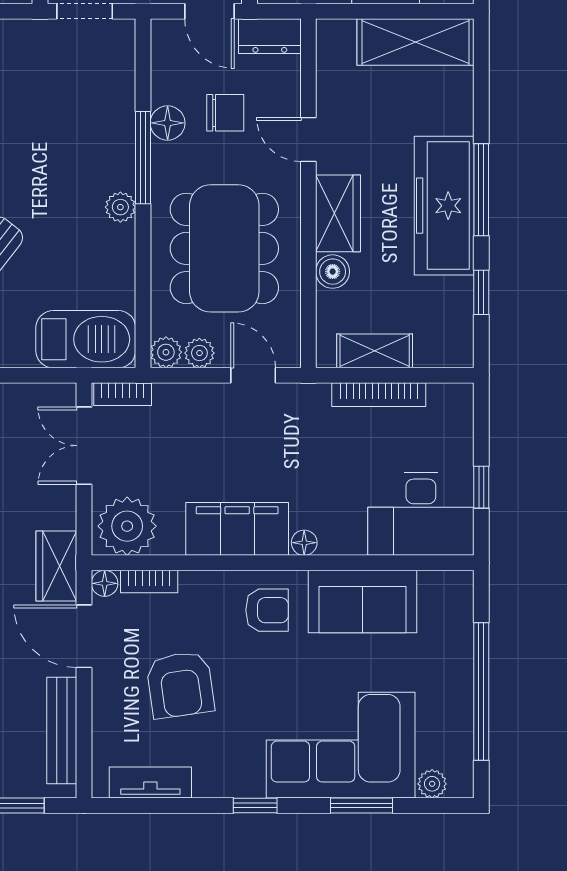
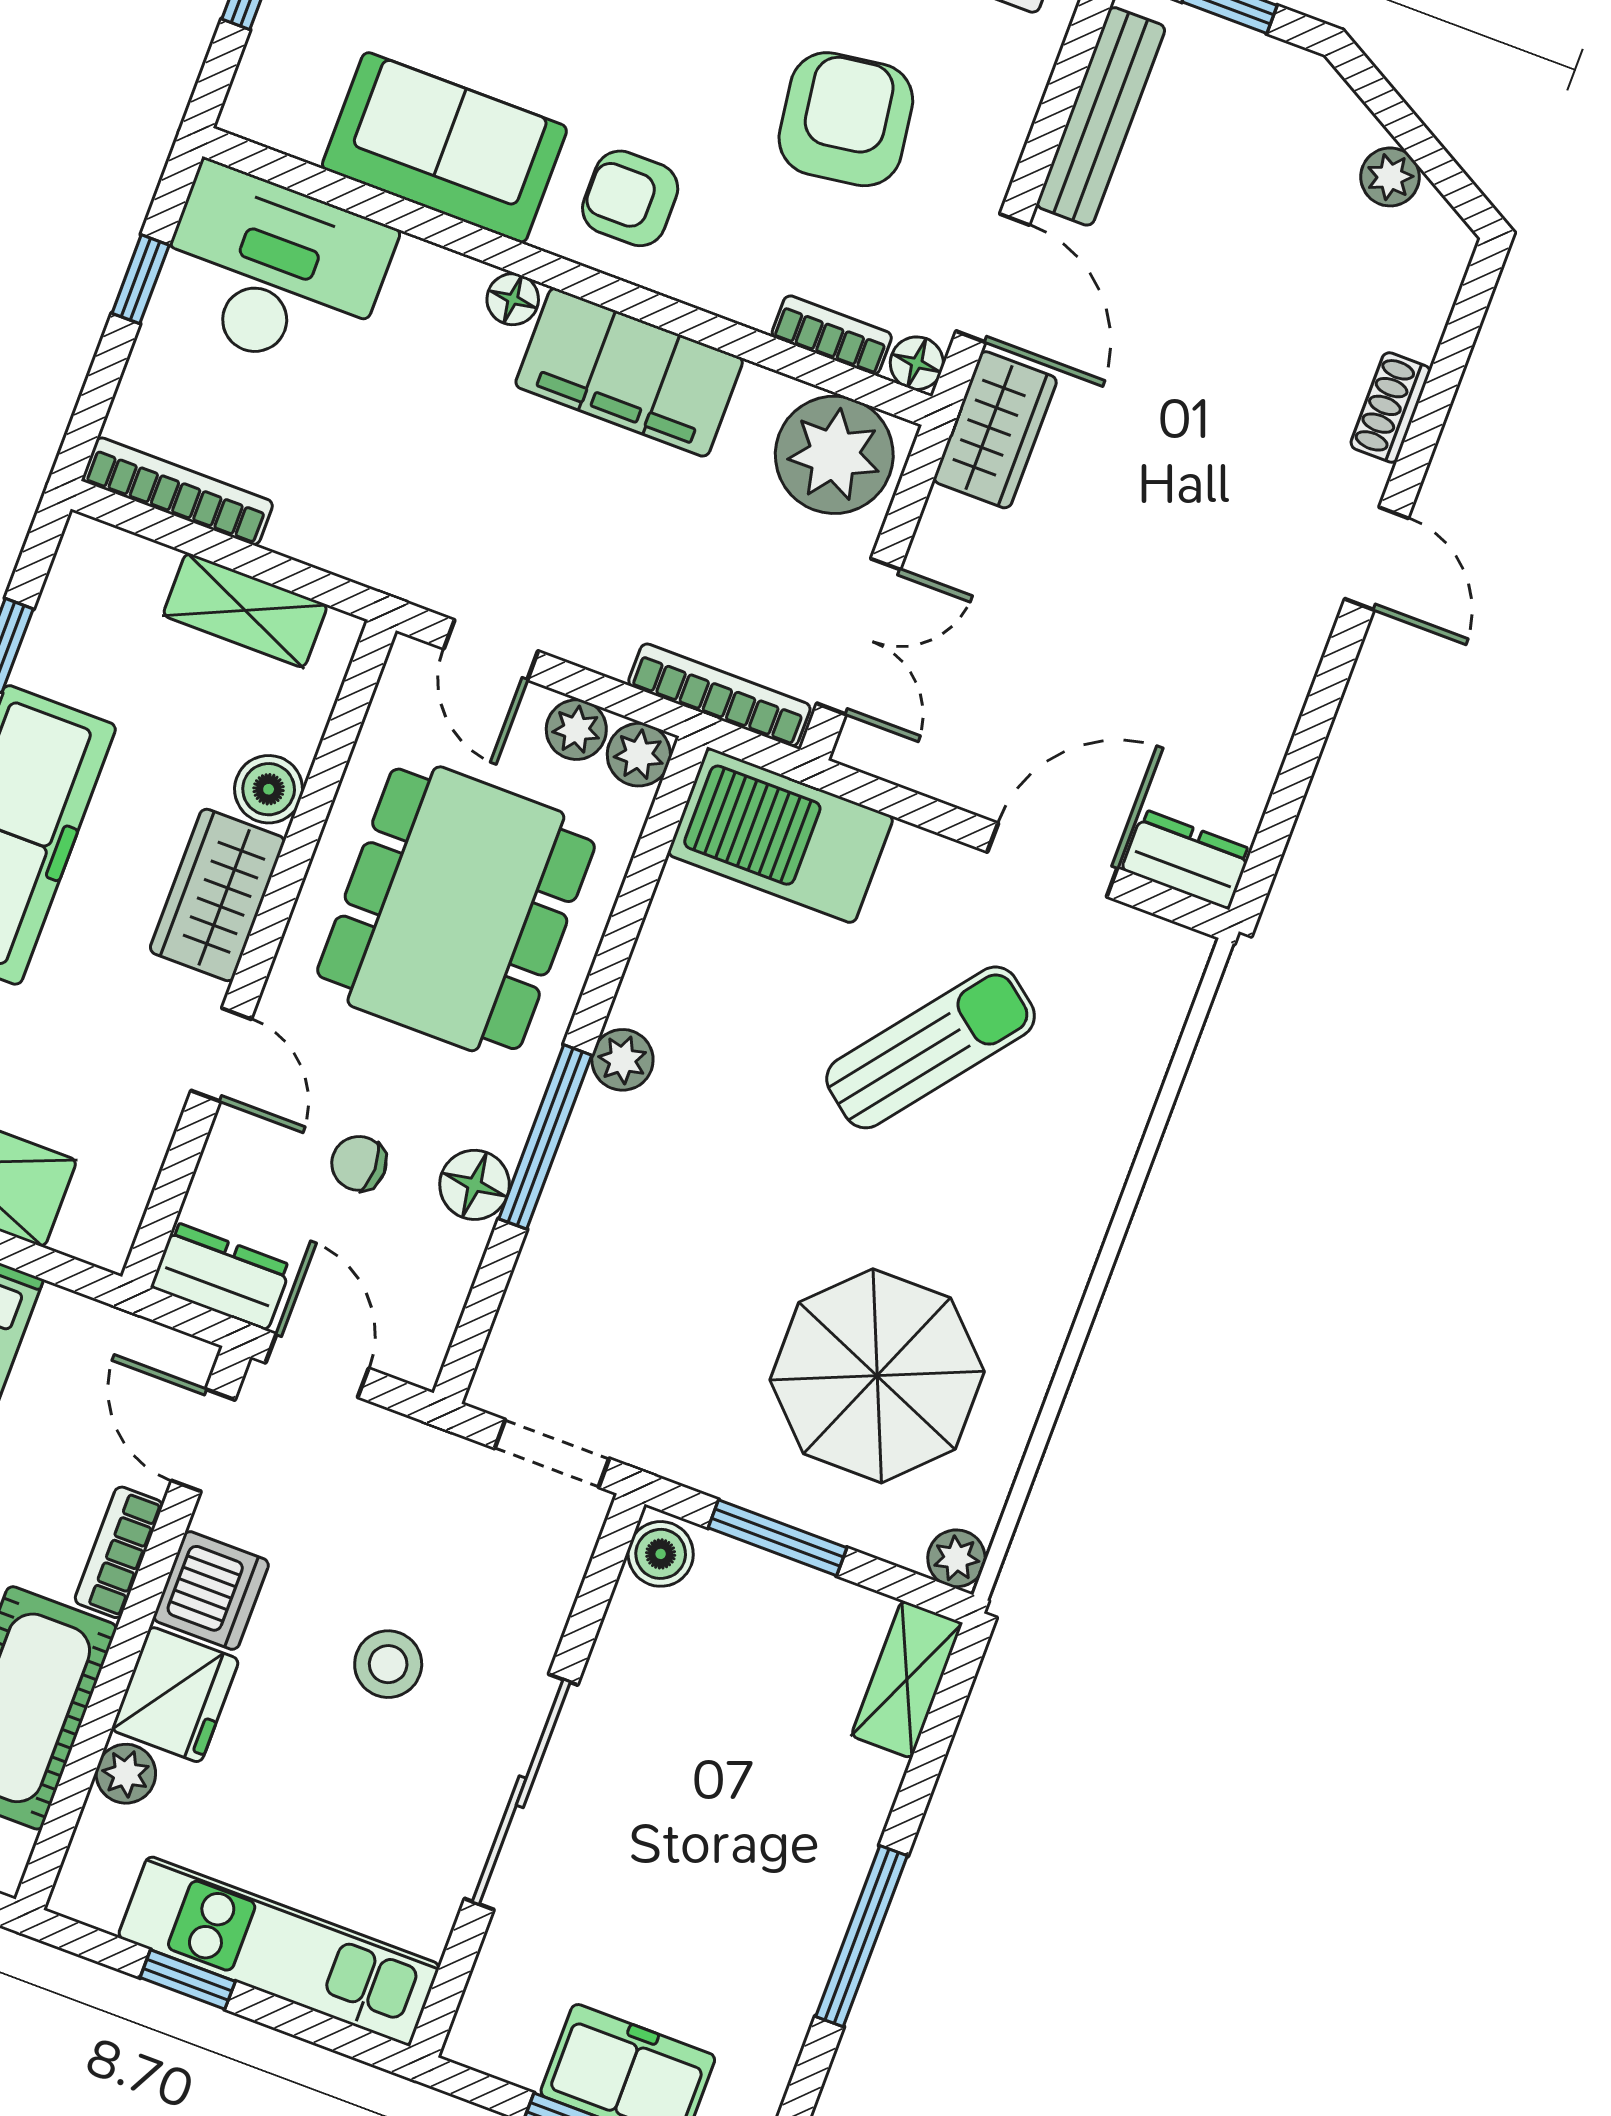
chair: (225, 113) -> (359, 1163), width x0.73, depth x0.73
bookcase: (123, 394) -> (719, 695), width x1.56
bookcase: (379, 395) -> (178, 491), moved

